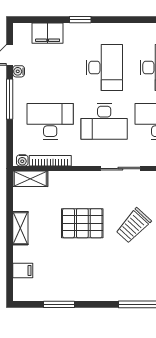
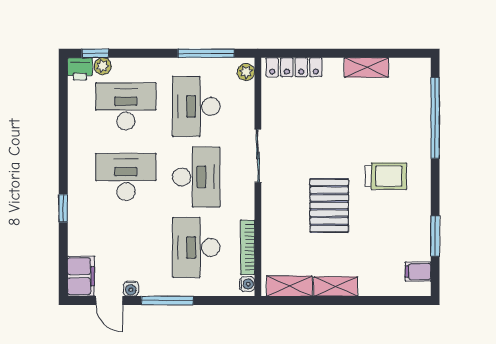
filing cabinet: (48, 33) -> (81, 276), moved
shelving: (30, 179) -> (289, 286), moved, turned 90
trolley: (133, 226) -> (386, 176), moved, turned -43
filing cabinet: (23, 271) -> (418, 272), moved, turned -90

